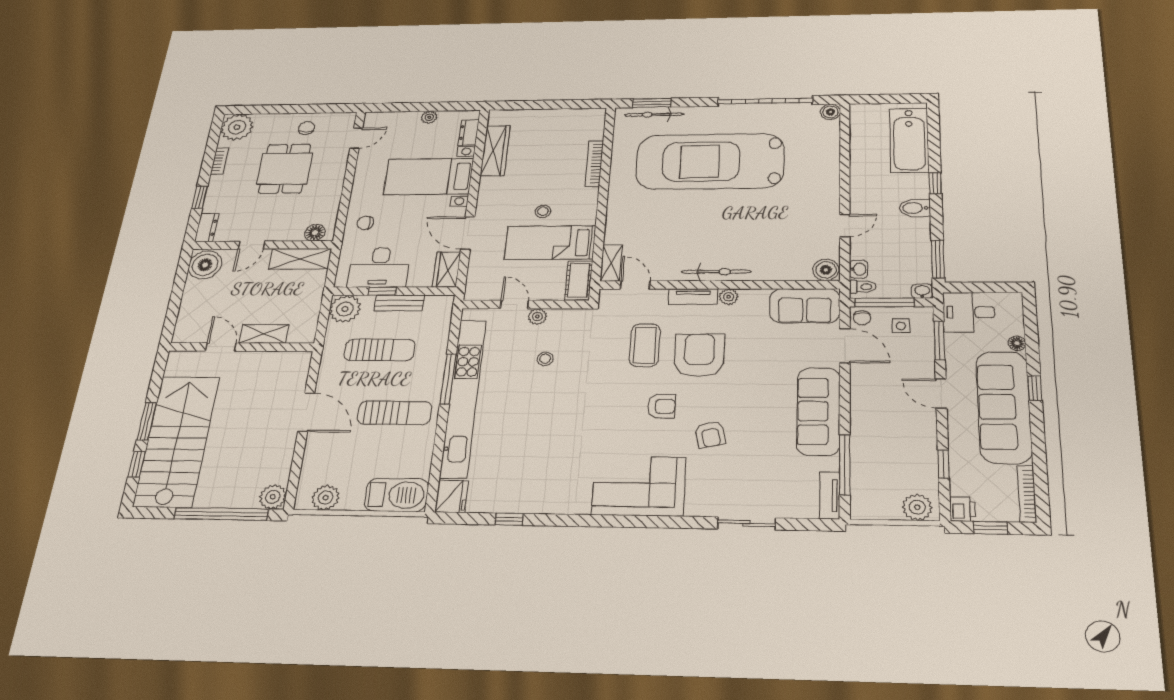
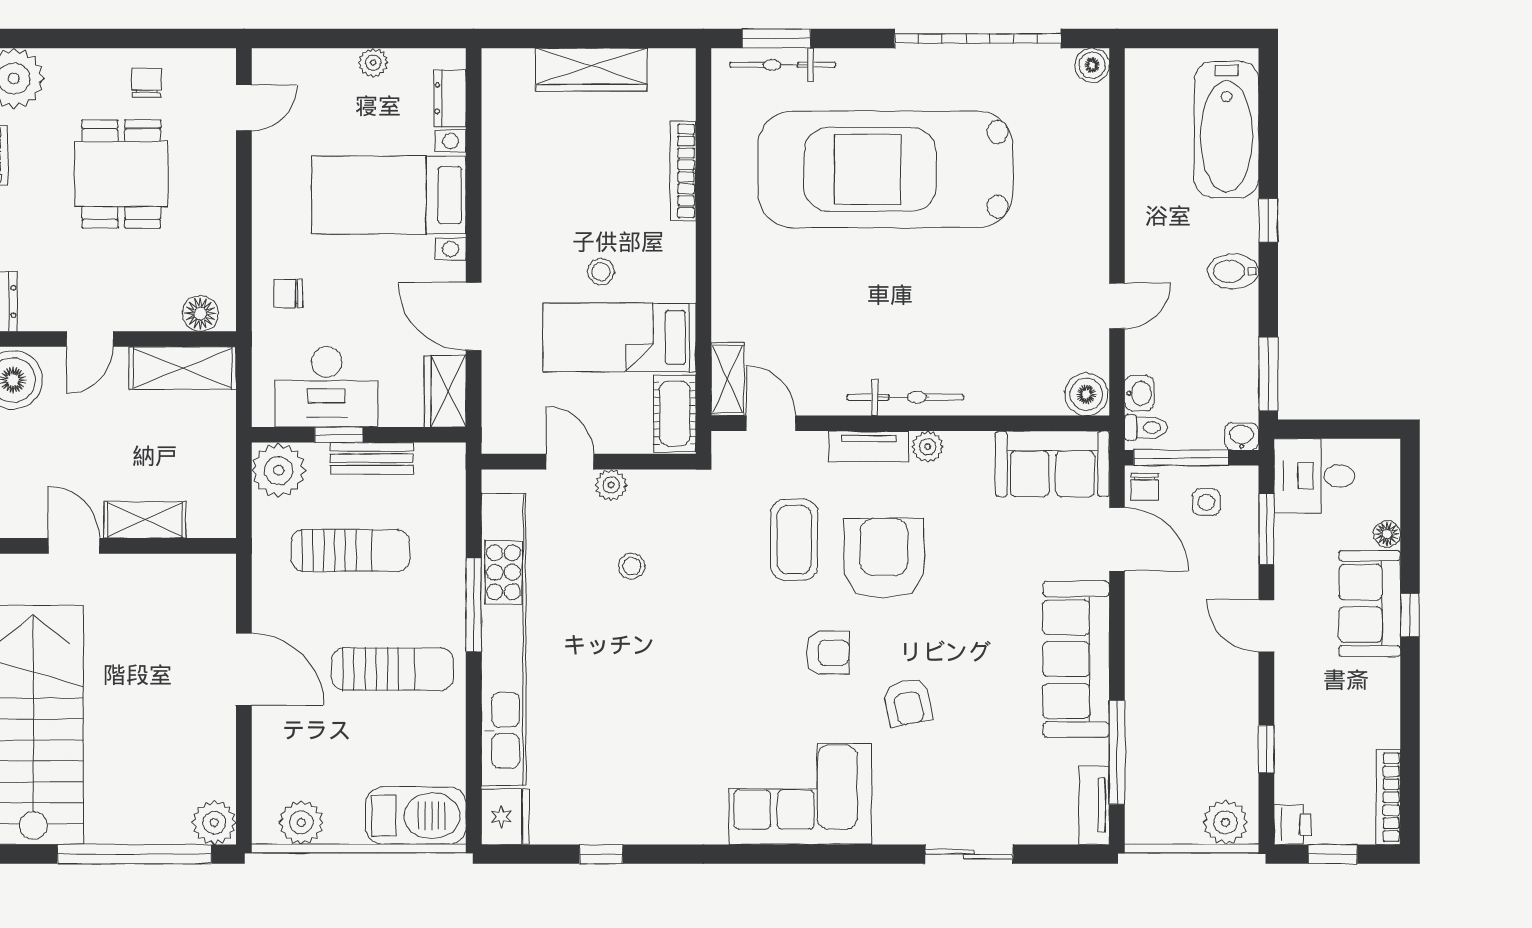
wardrobe: (495, 151) -> (591, 70), moved, turned 90
sofa: (1004, 407) -> (1370, 603), width x0.54, depth x0.79

